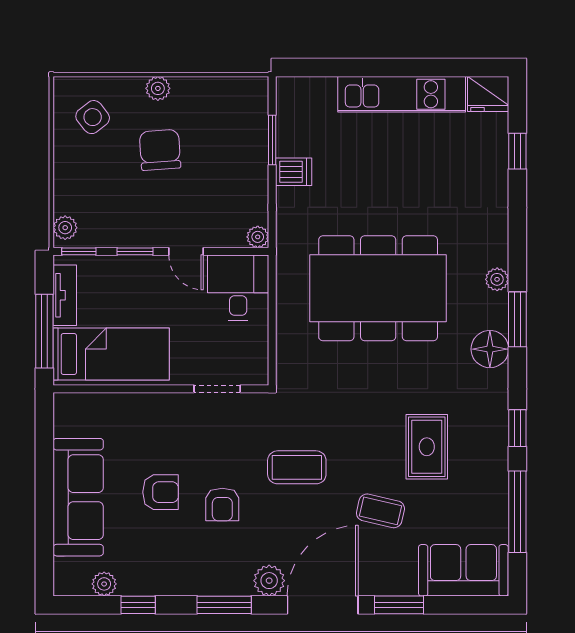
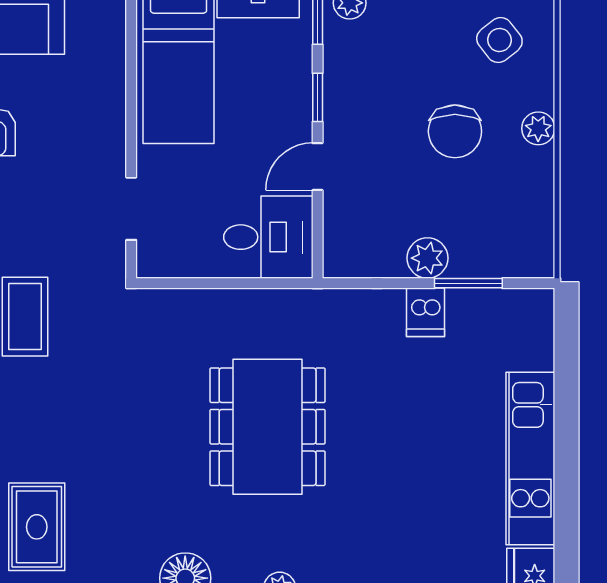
chair: (160, 150) -> (455, 131), turned 94
plant: (258, 237) -> (427, 258), moved, width x1.38, depth x1.38
dining table: (378, 288) -> (268, 427), width x0.73, depth x0.80
rug: (427, 447) -> (37, 527), moved, turned 90

